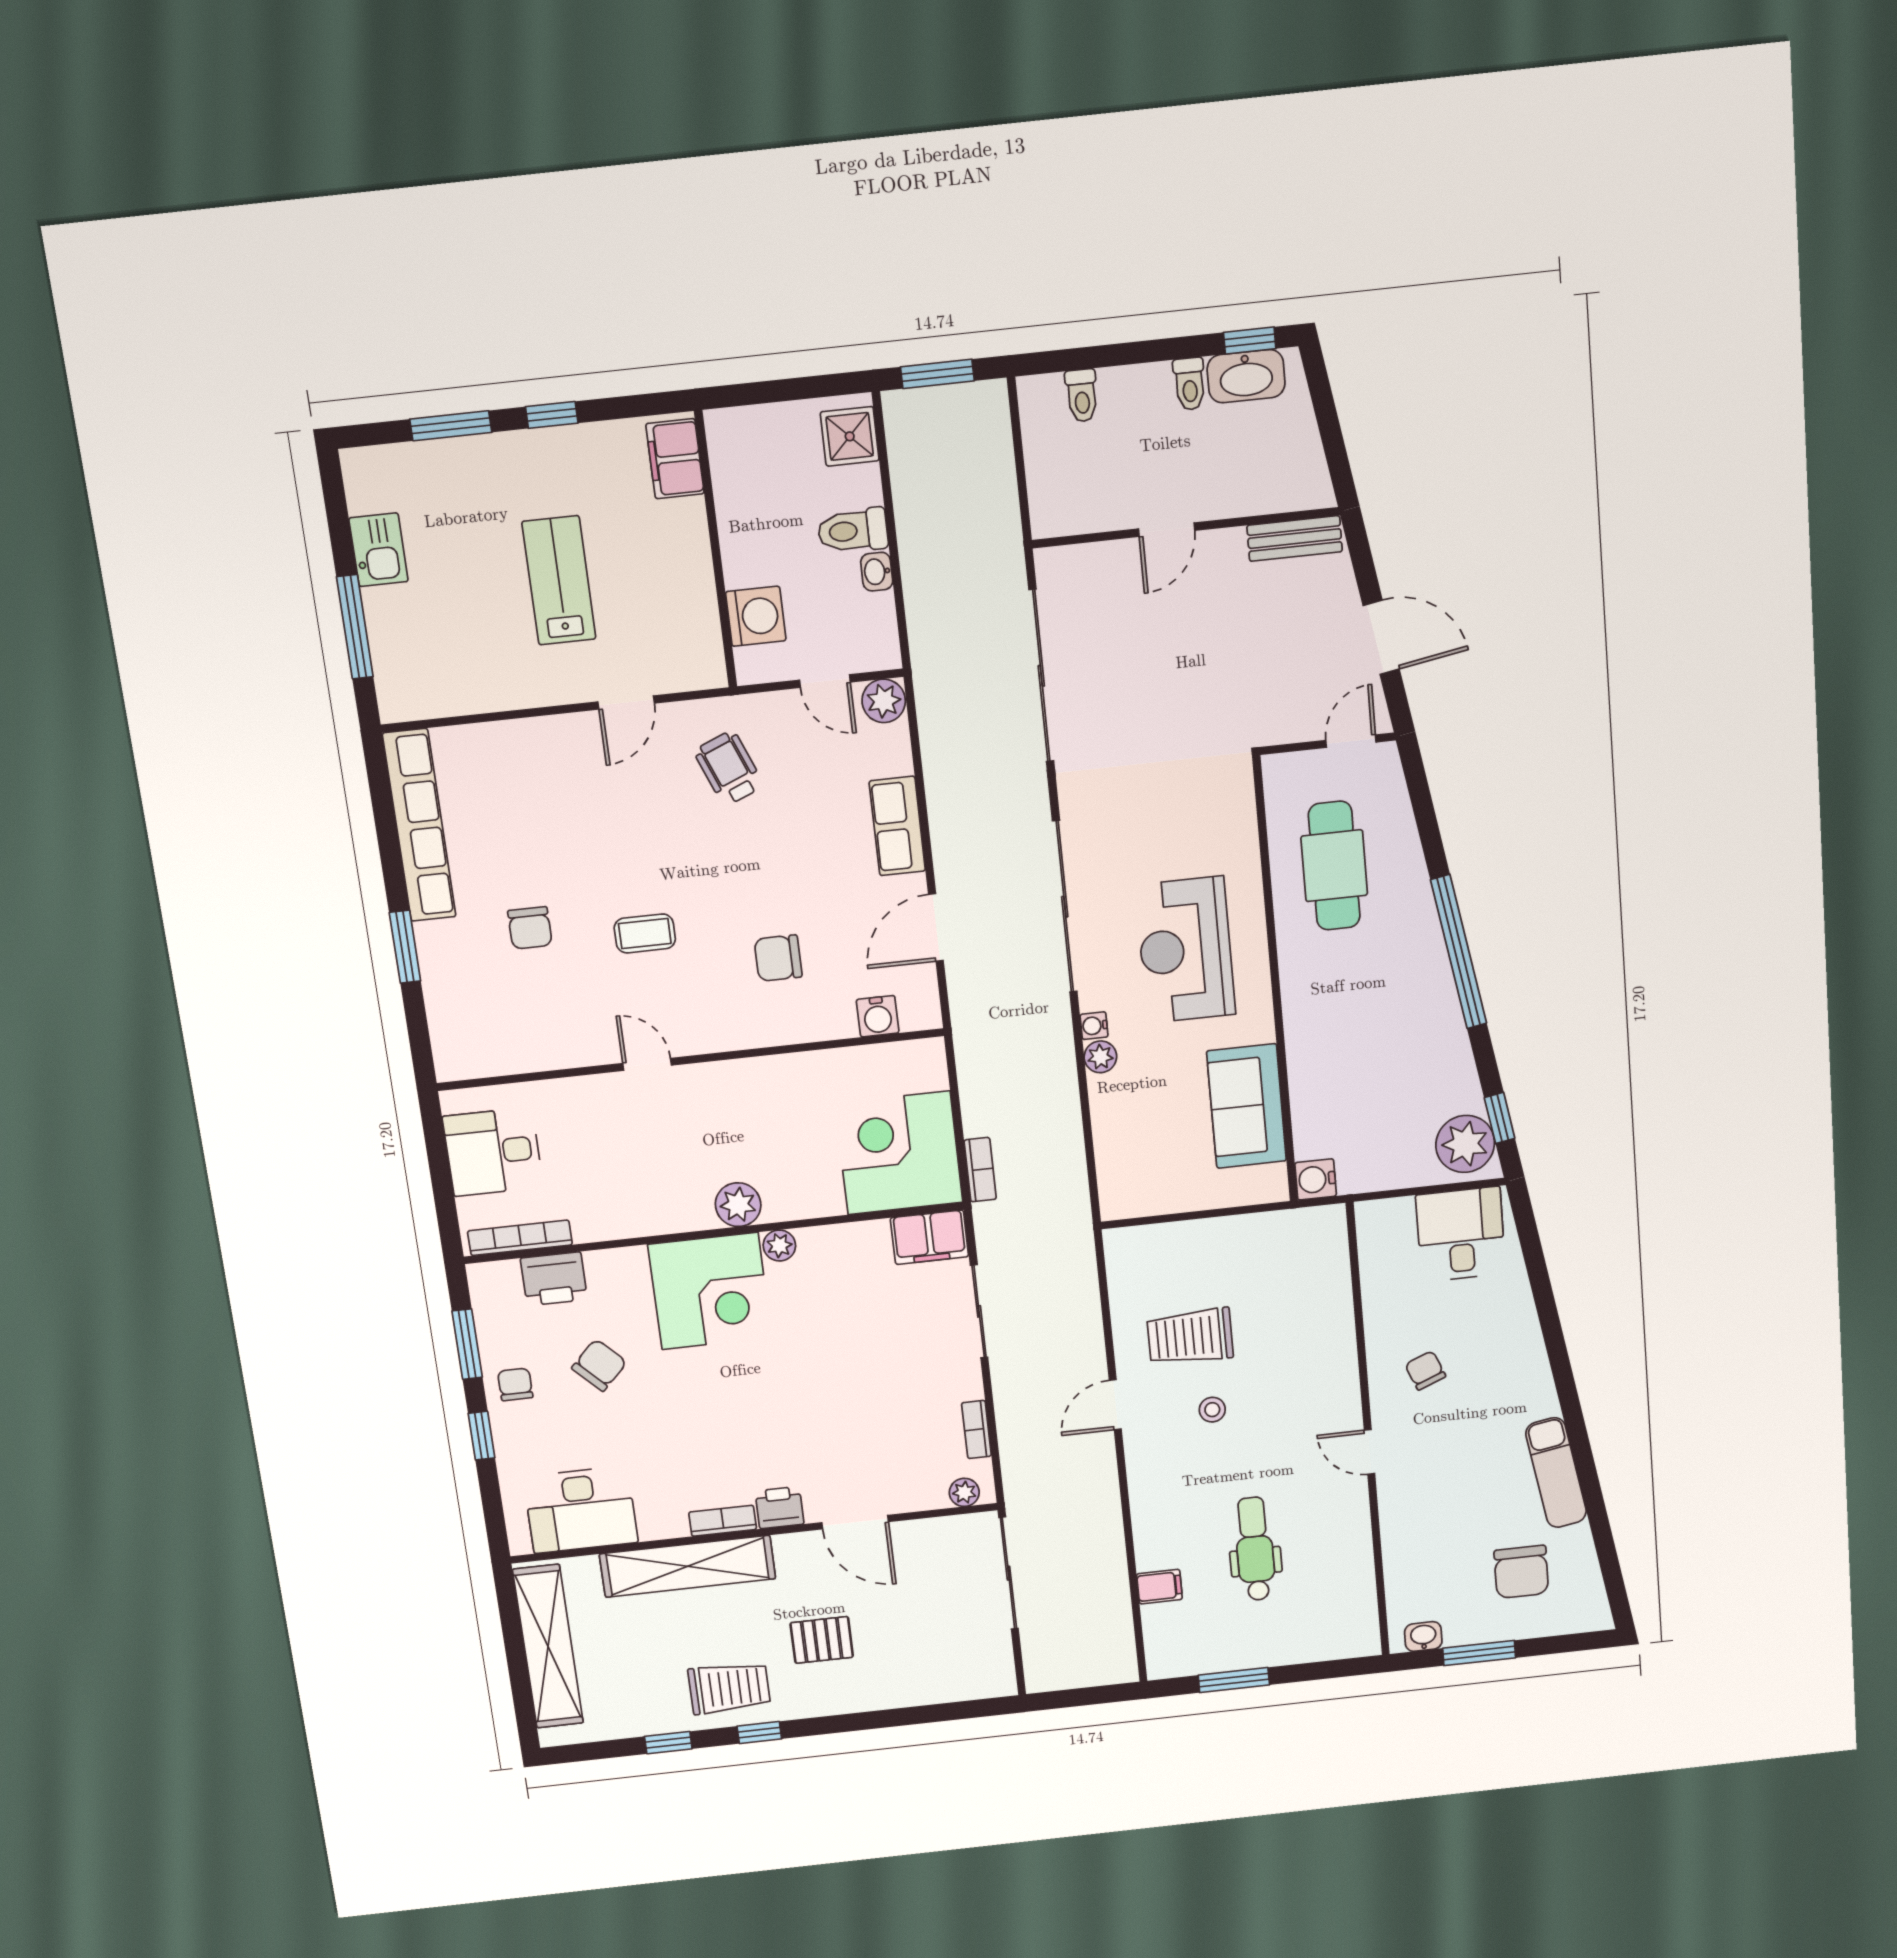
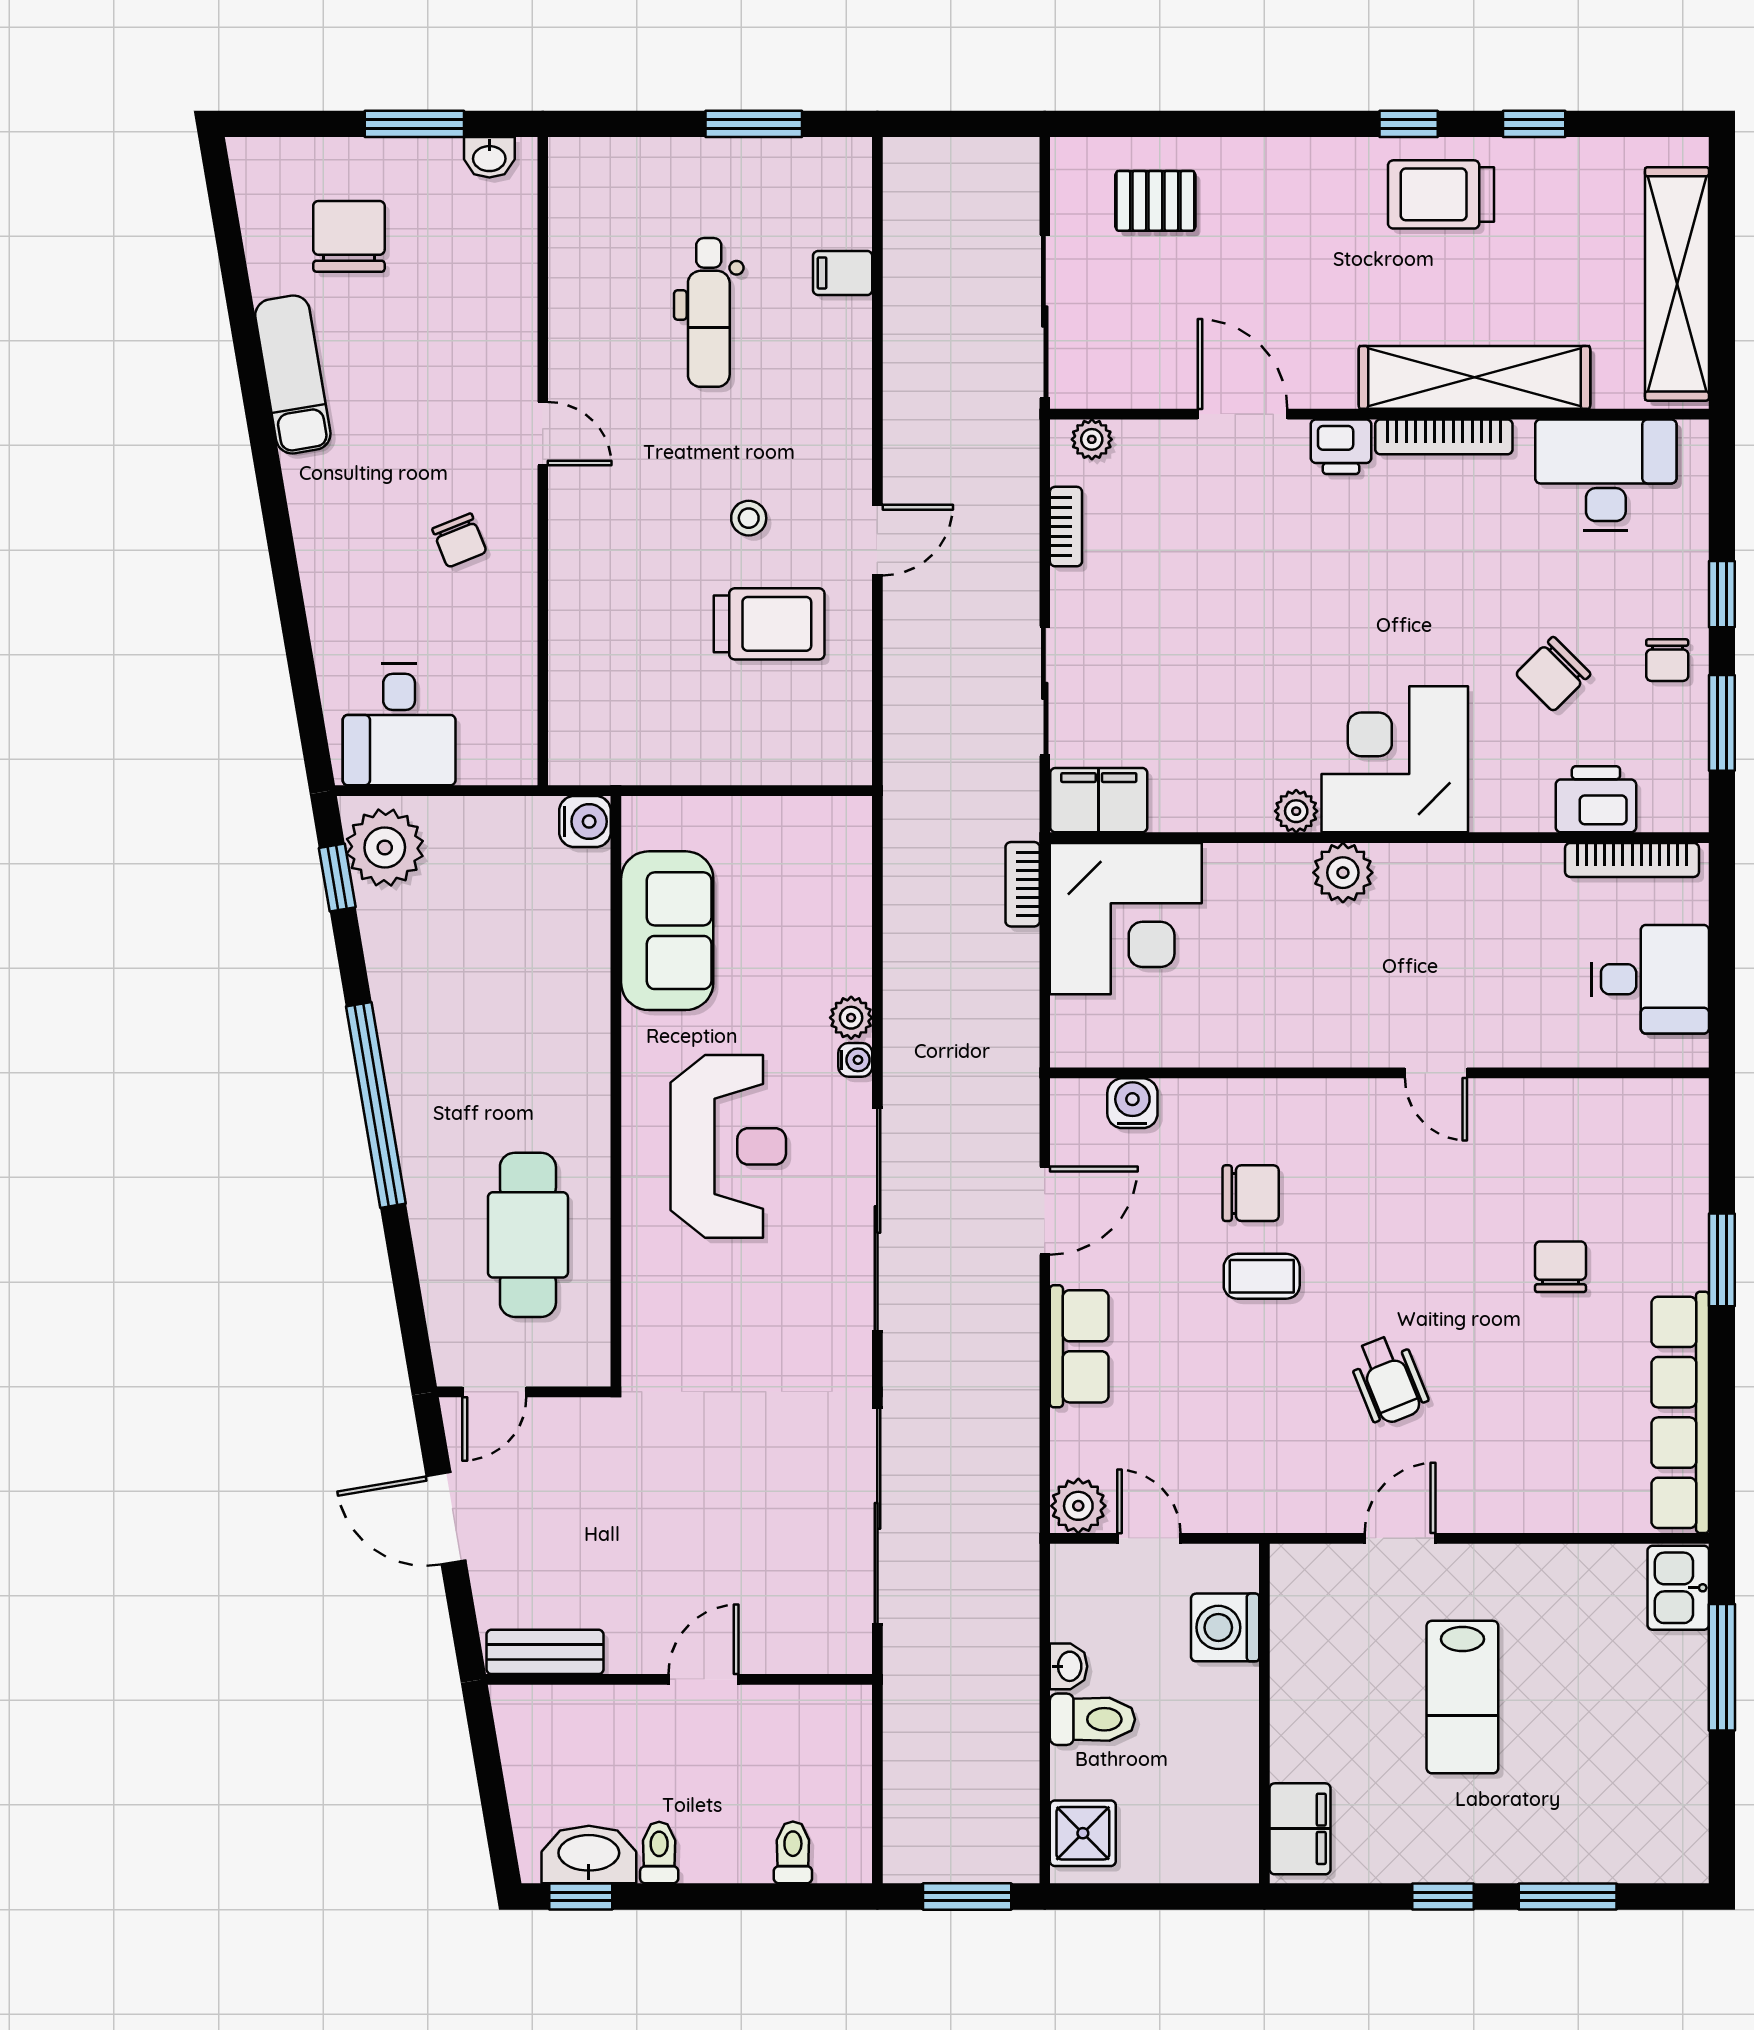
kitchen sink: (378, 550) -> (1678, 1588), moved
wheelchair: (729, 768) -> (1388, 1380), moved
coffee table: (645, 933) -> (1262, 1276), moved
bookcase: (723, 1521) -> (1444, 437), width x1.56
pallet: (822, 1640) -> (1155, 201), moved

